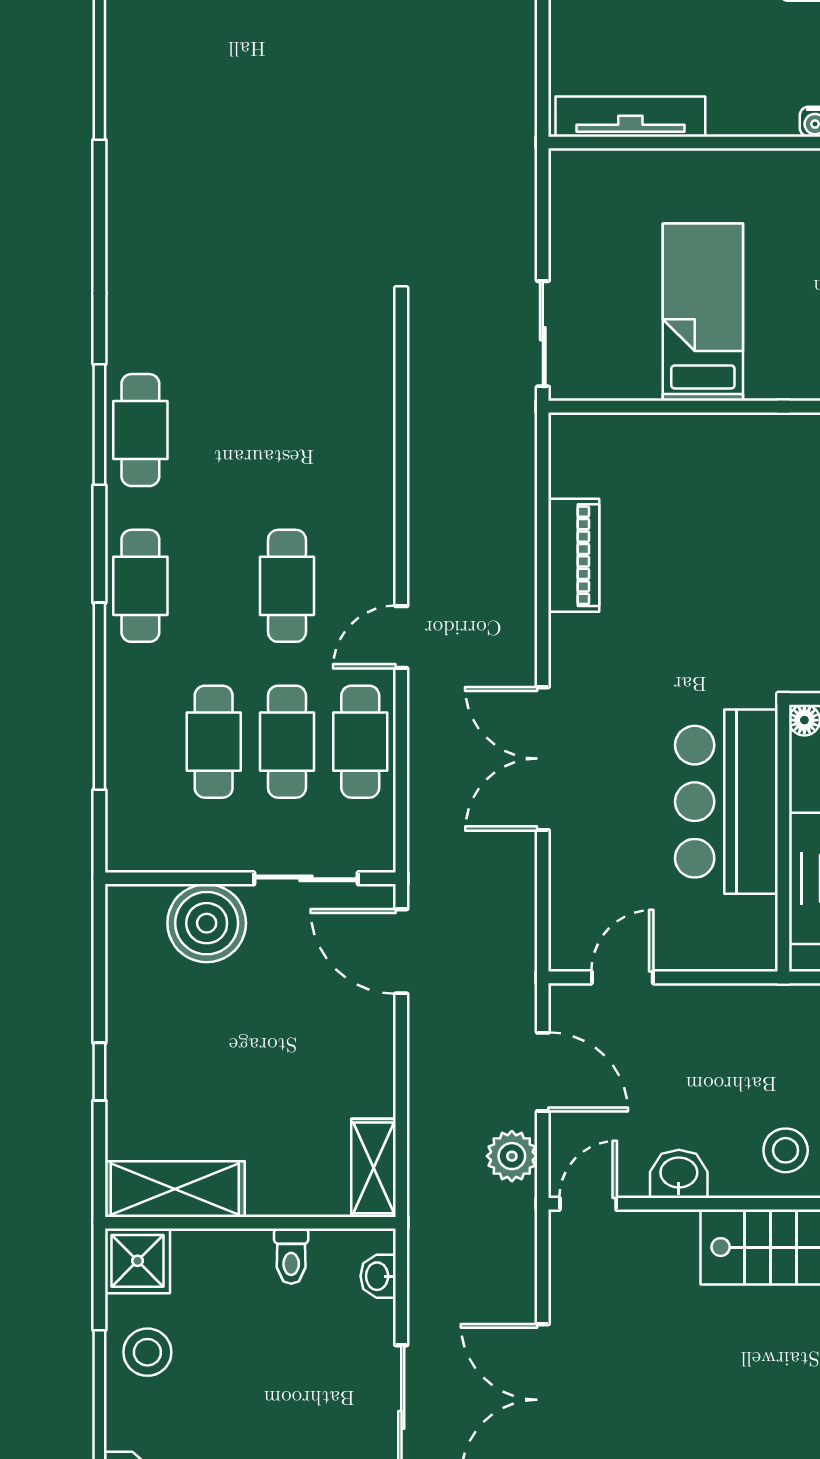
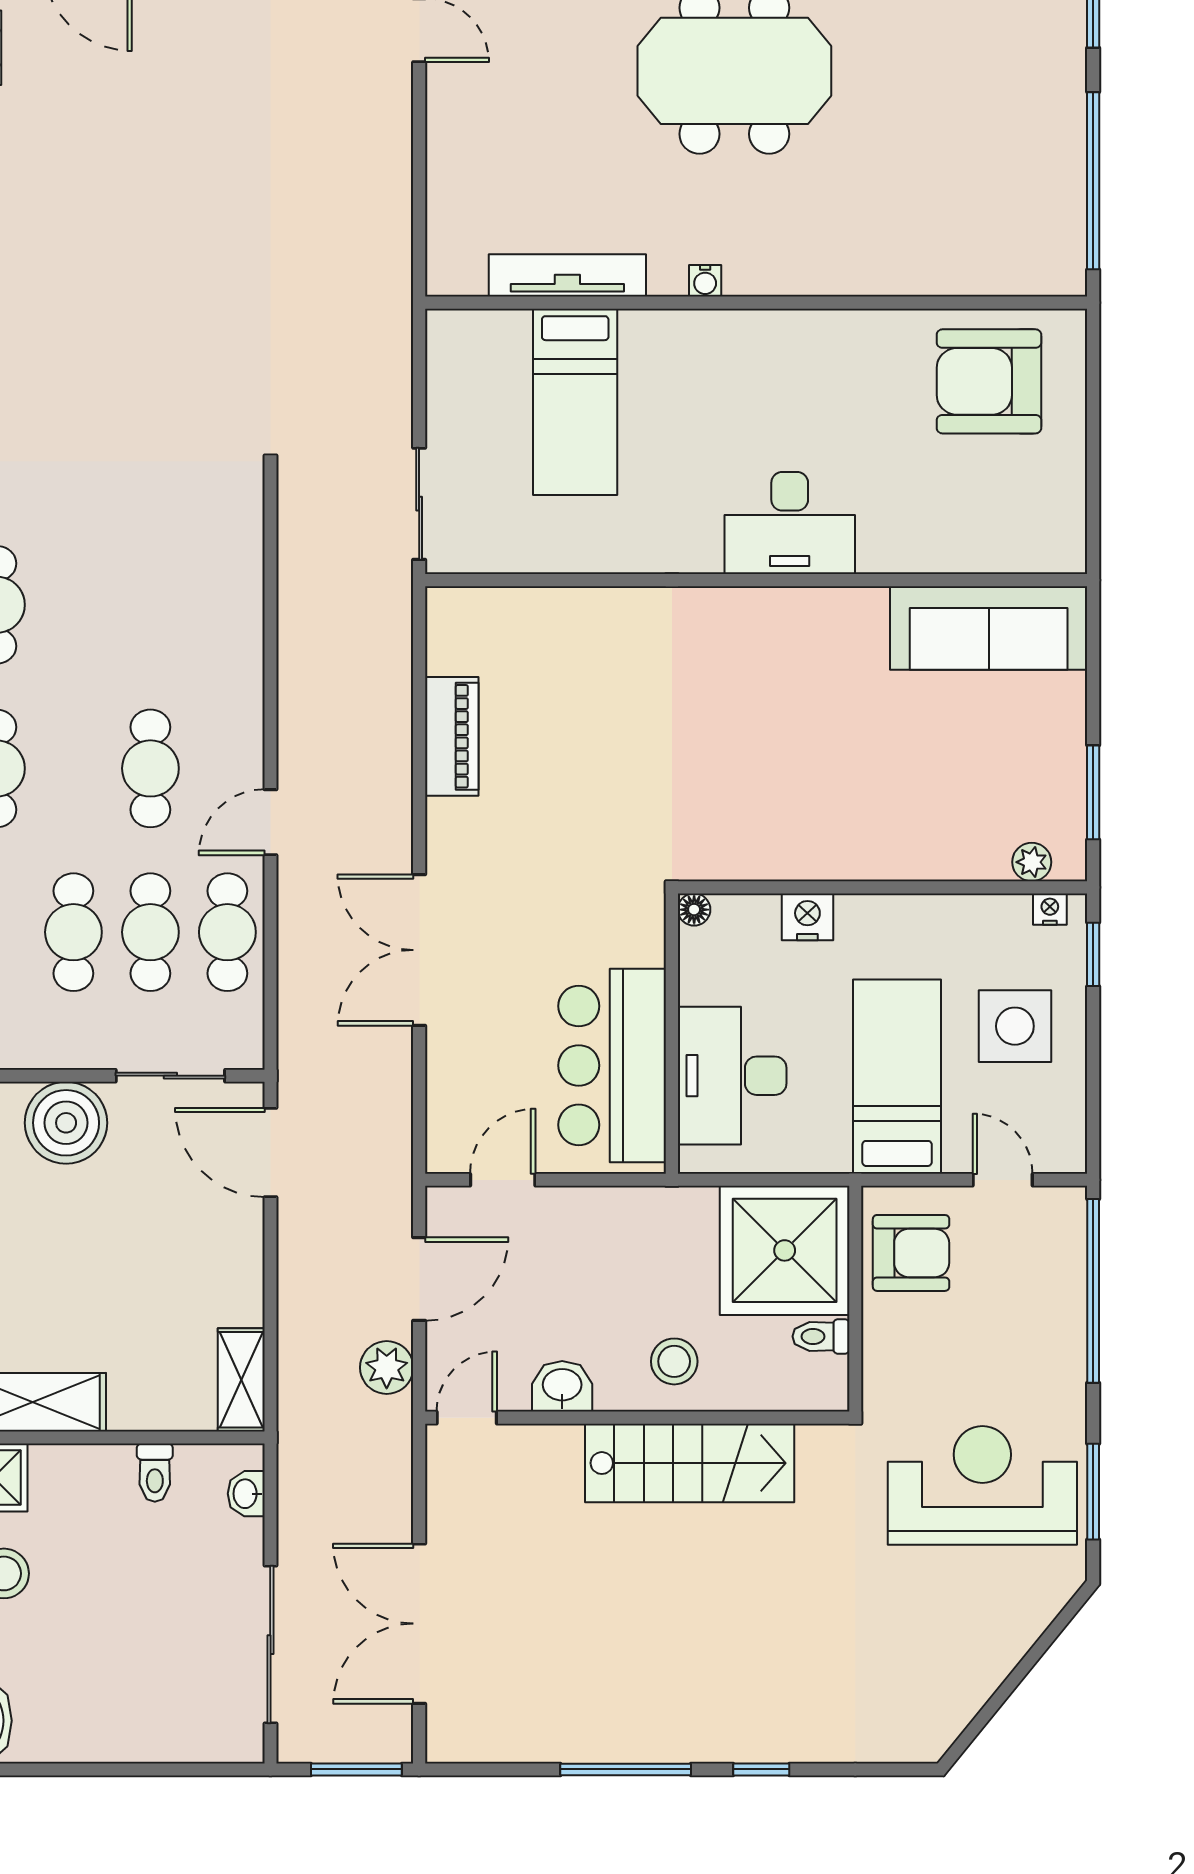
tv unit: (630, 117) -> (567, 275), moved
bed: (703, 312) -> (575, 402), moved, turned 180
bar counter: (726, 802) -> (612, 1065), moved
door: (543, 1072) -> (419, 1279), hinge flipped

